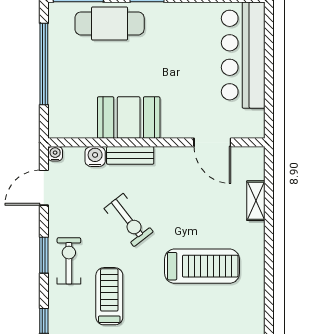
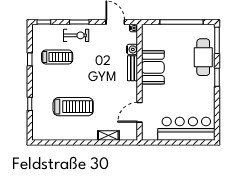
exercise bike: (129, 220) -> (98, 67), removed
treadmill: (202, 266) -> (73, 107), turned -90

